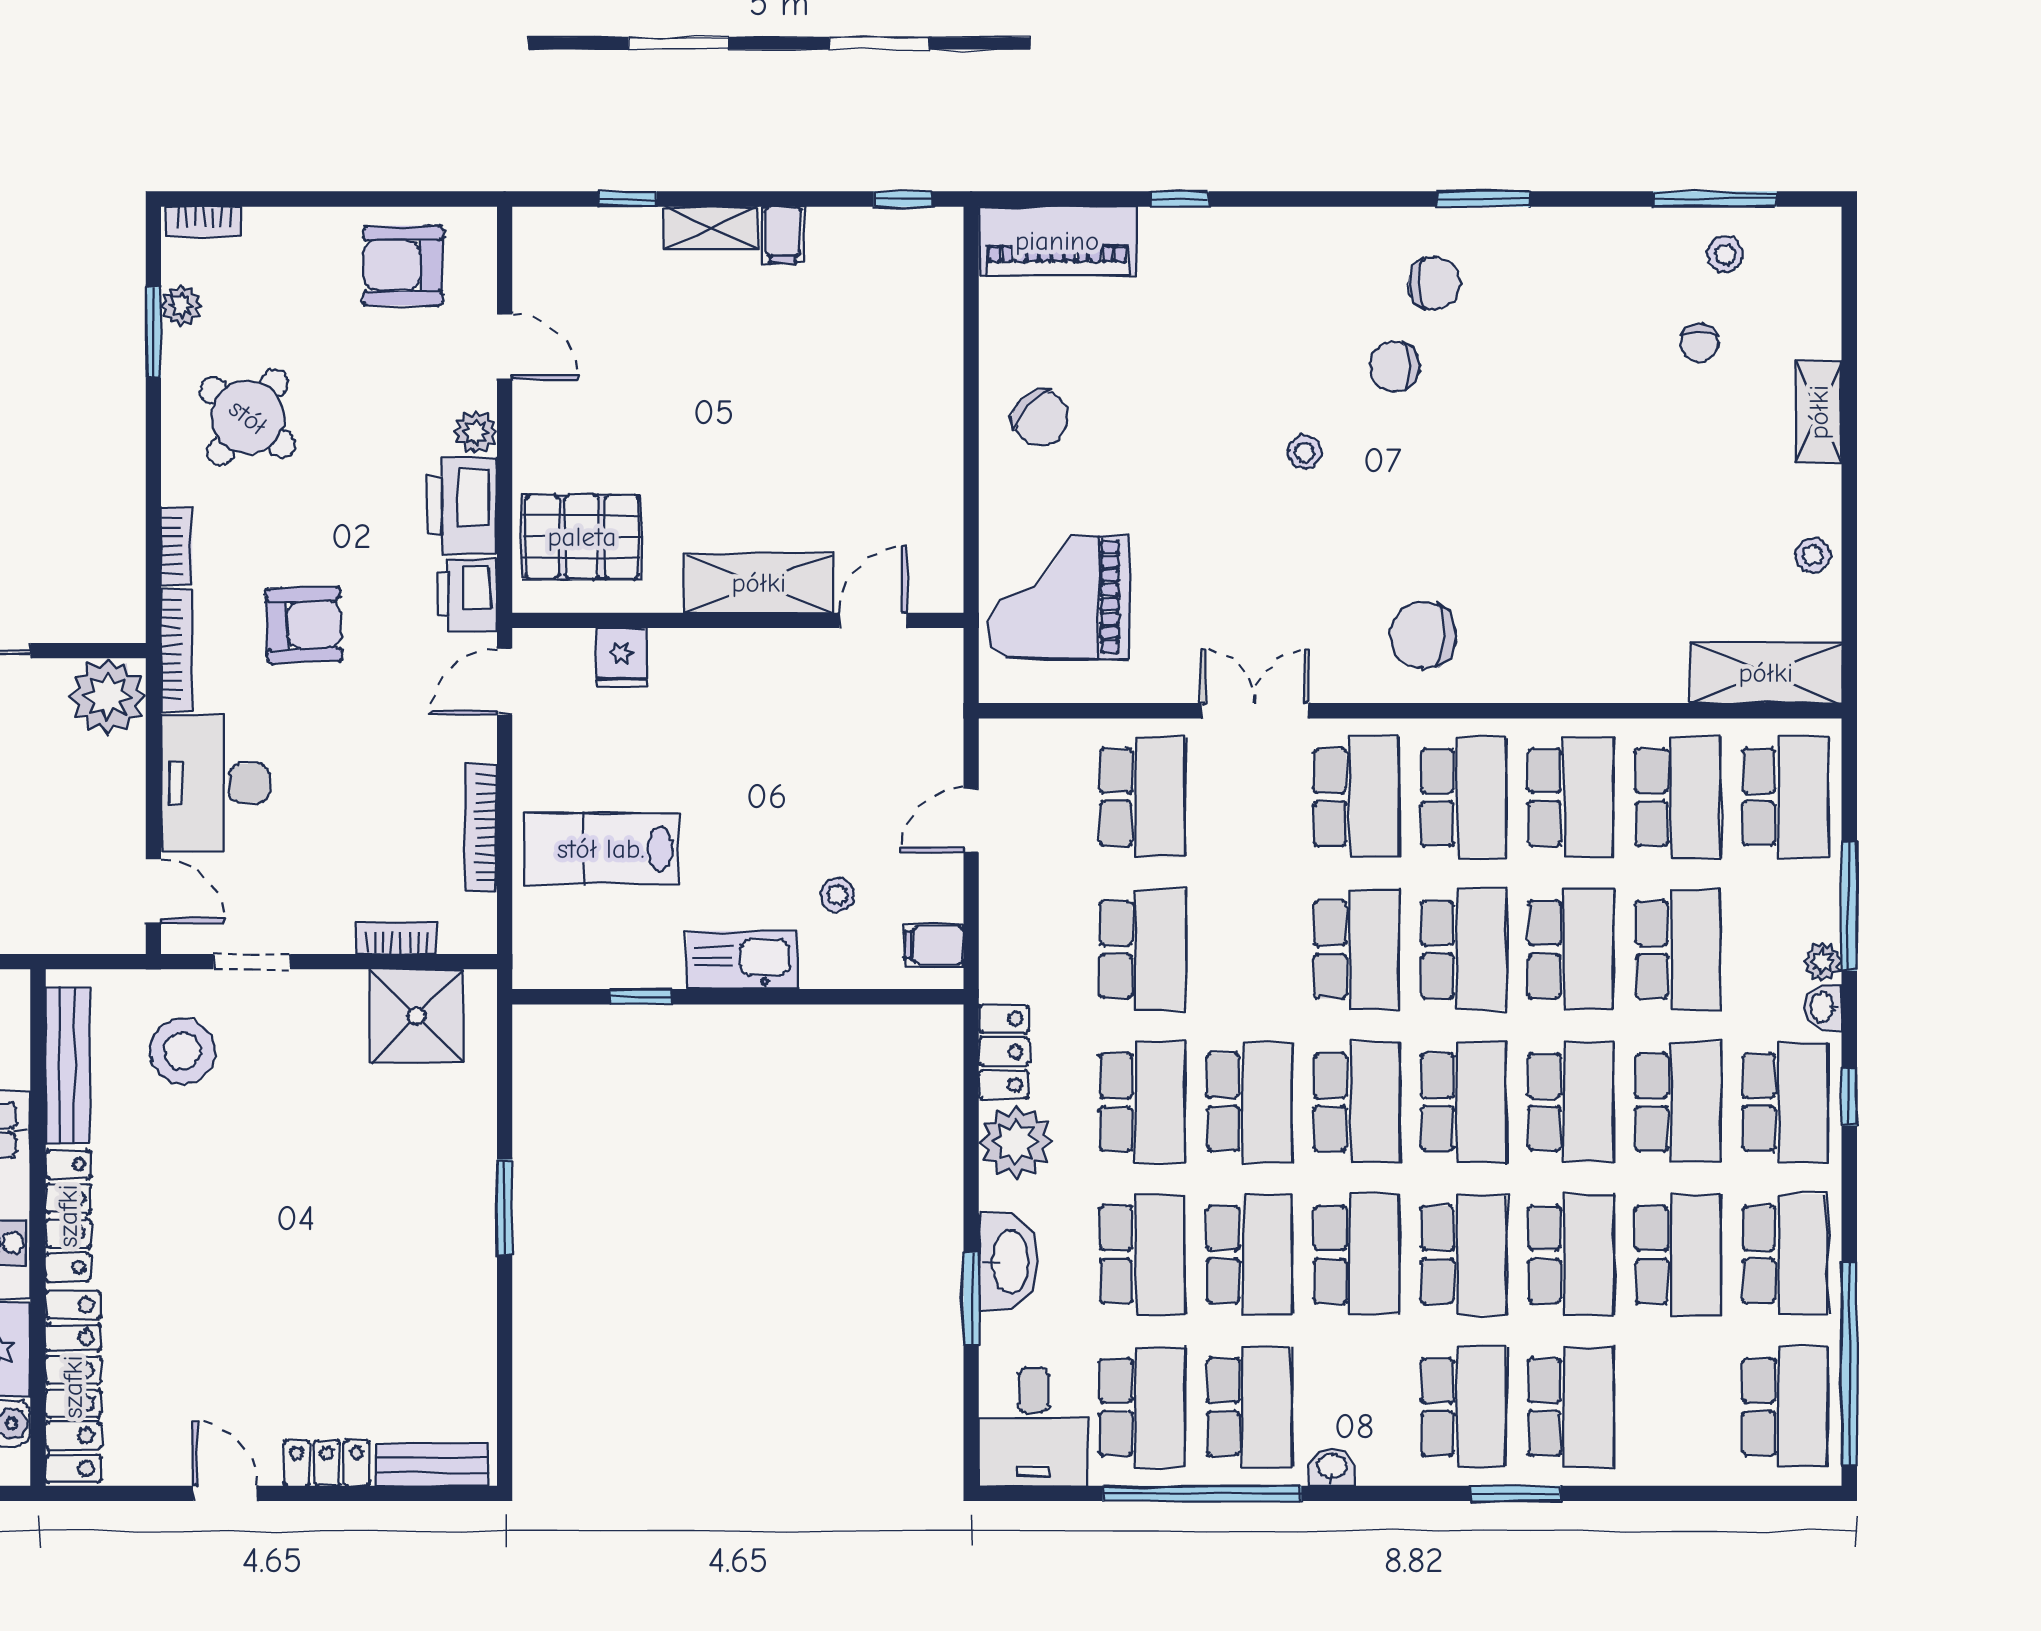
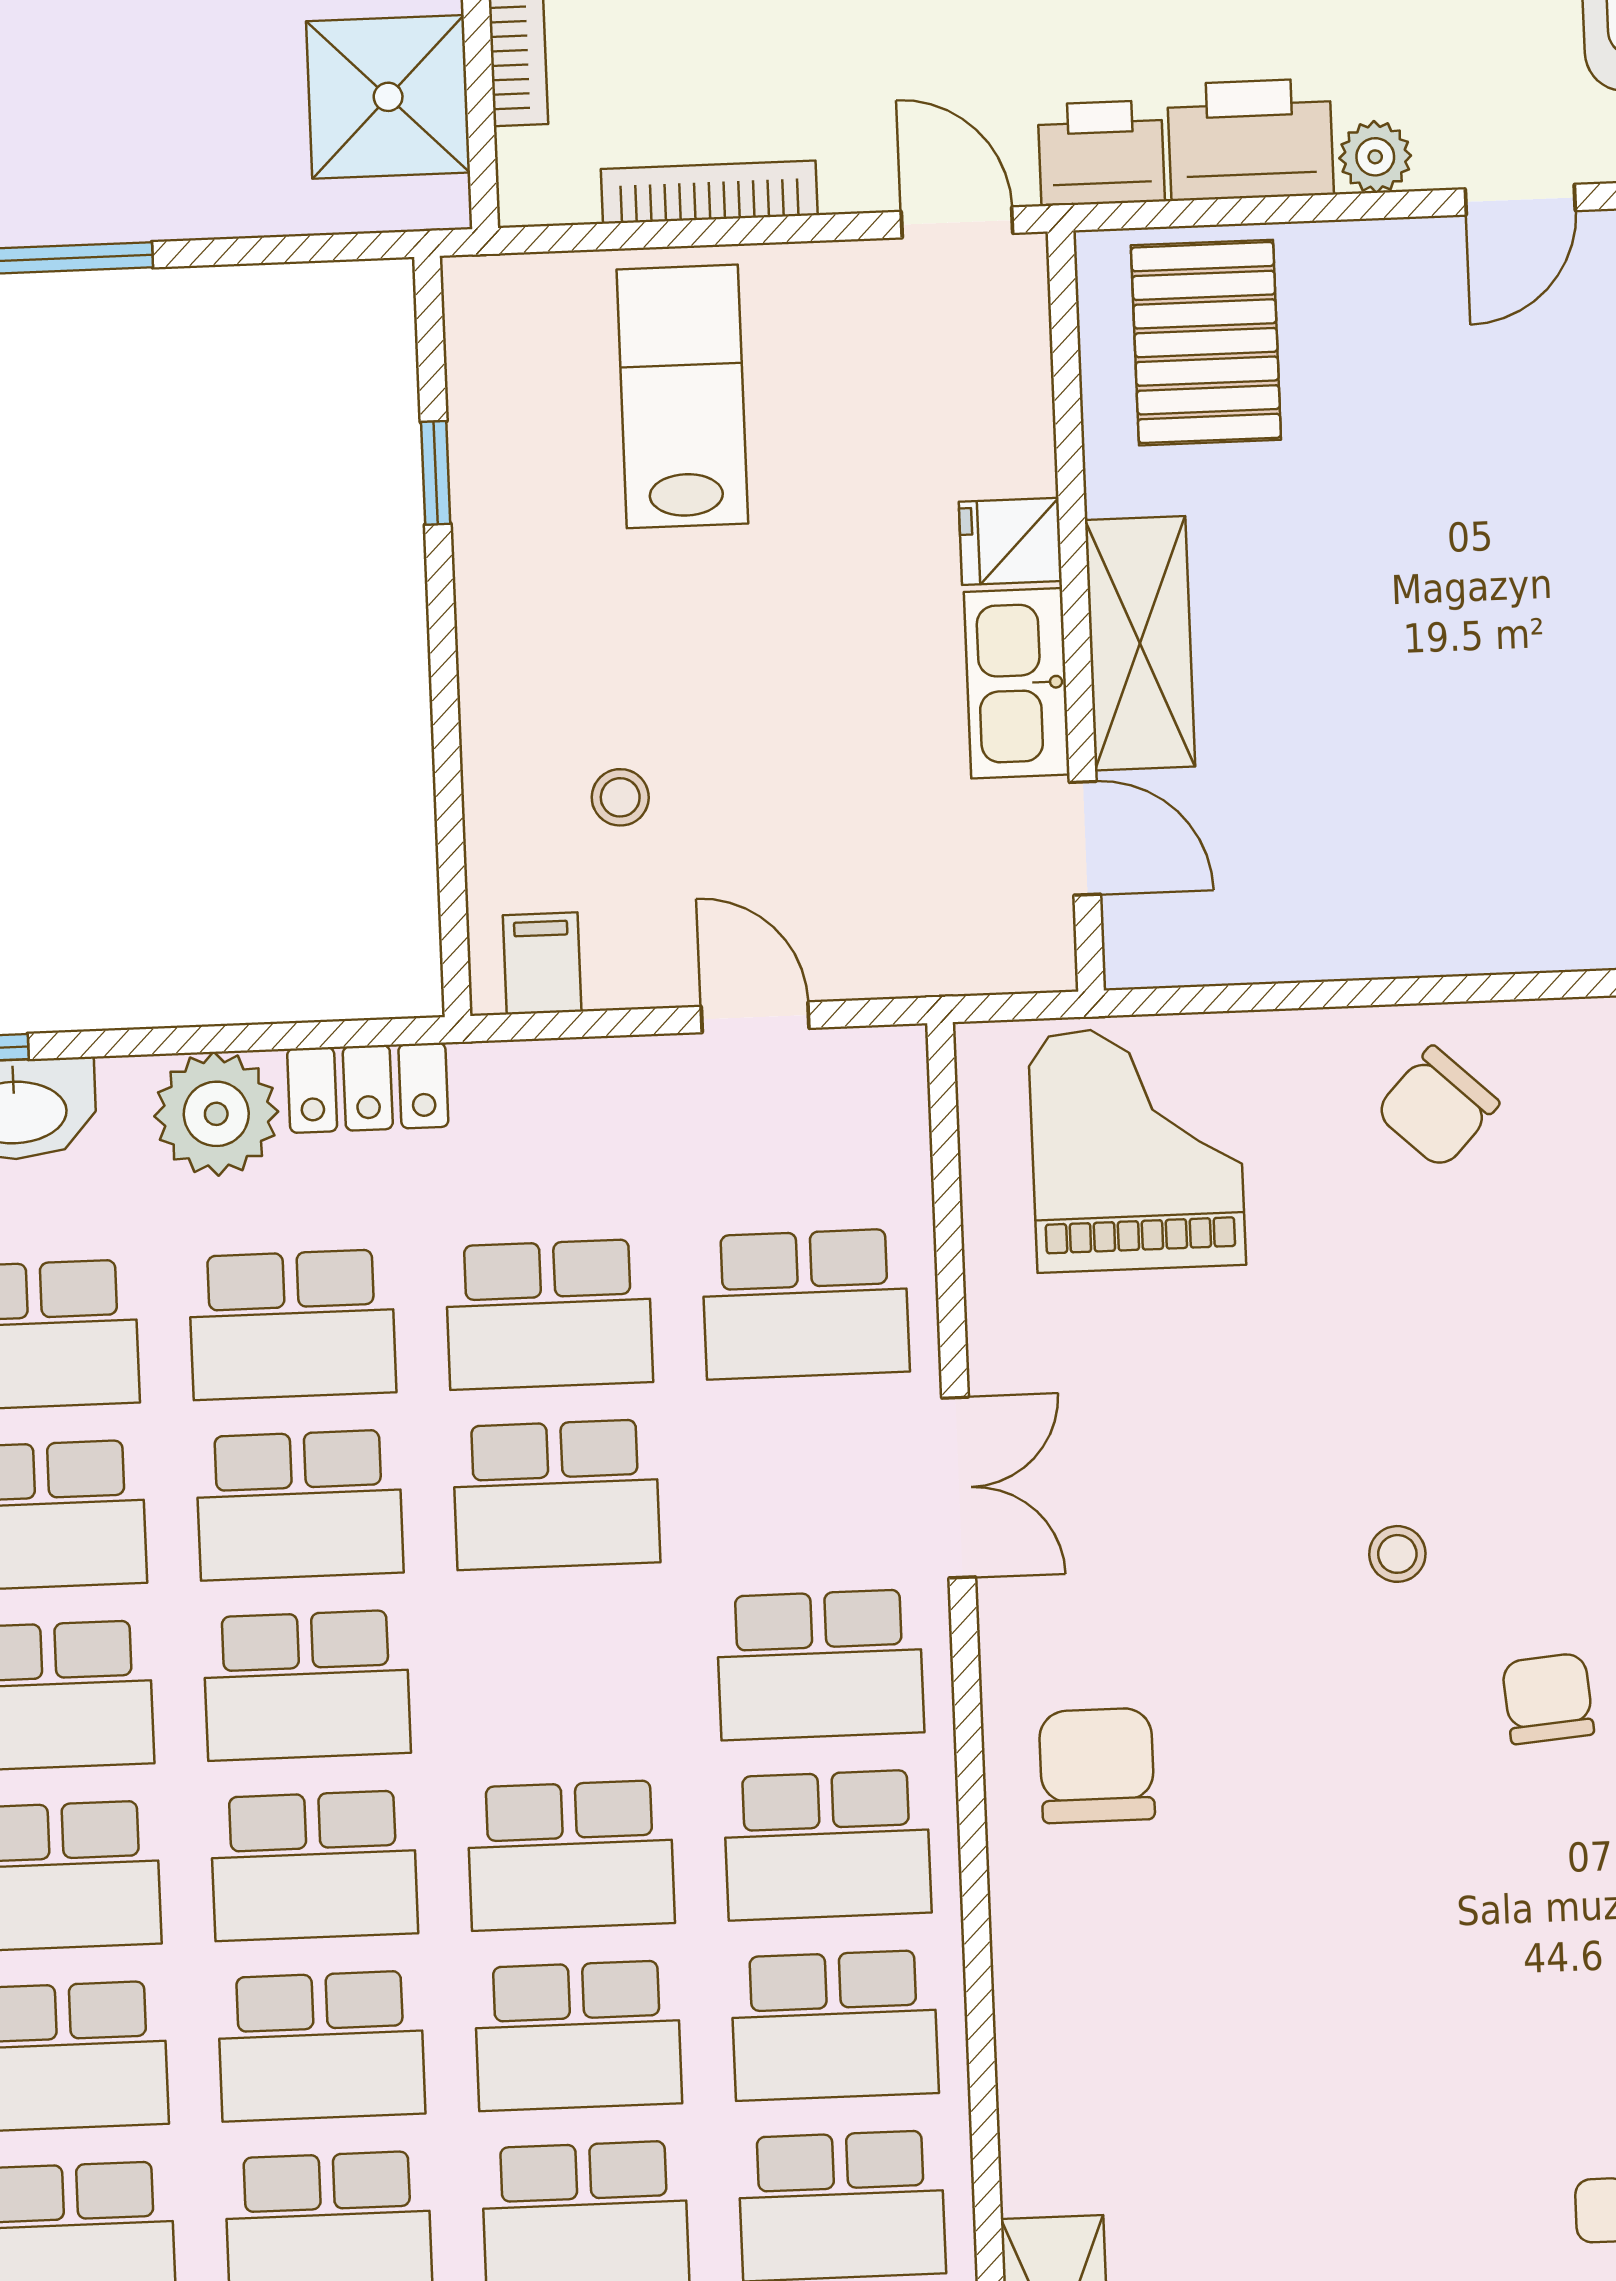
fridge: (621, 658) -> (1010, 541), moved
school desk: (1357, 950) -> (556, 1495), moved
kitchen sink: (743, 960) -> (1017, 683), moved, turned 180

